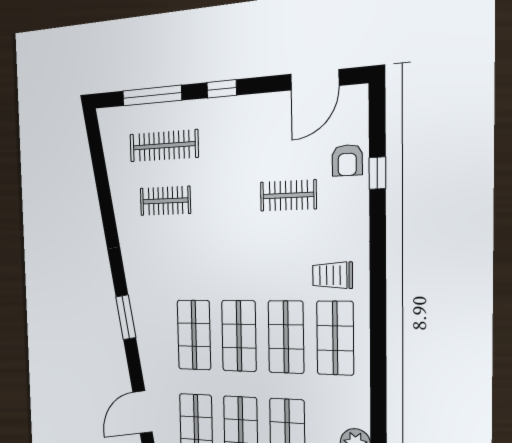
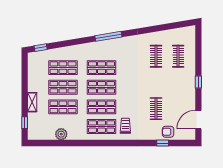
door: (315, 80) -> (198, 120), hinge flipped
window: (152, 96) -> (198, 51), removed
clothes rail: (164, 146) -> (178, 56), width x0.73
window: (126, 317) -> (108, 36), width x1.44
door: (142, 412) -> (68, 43), removed

